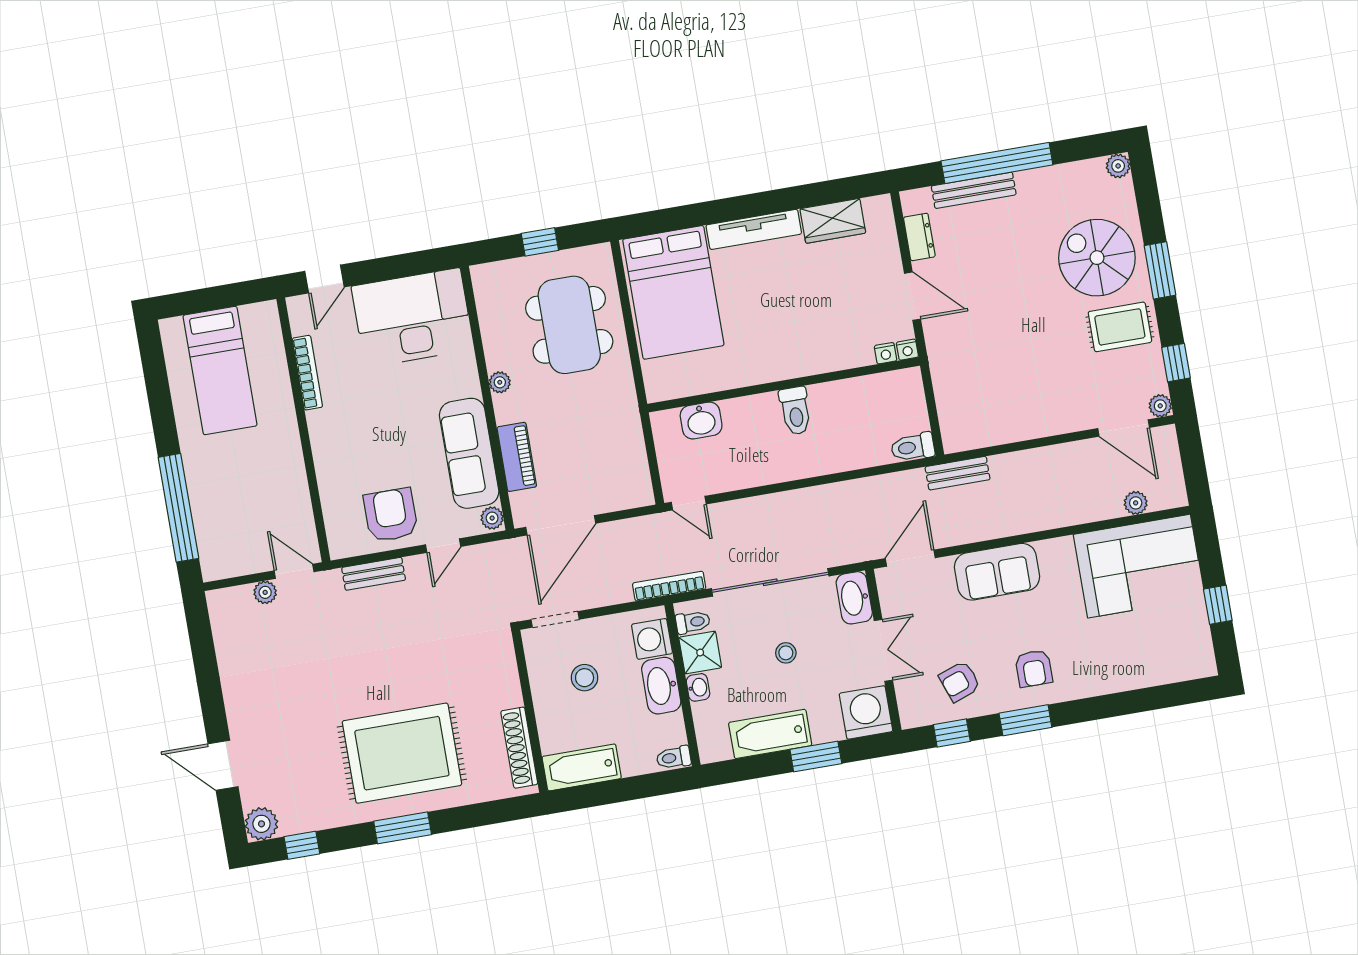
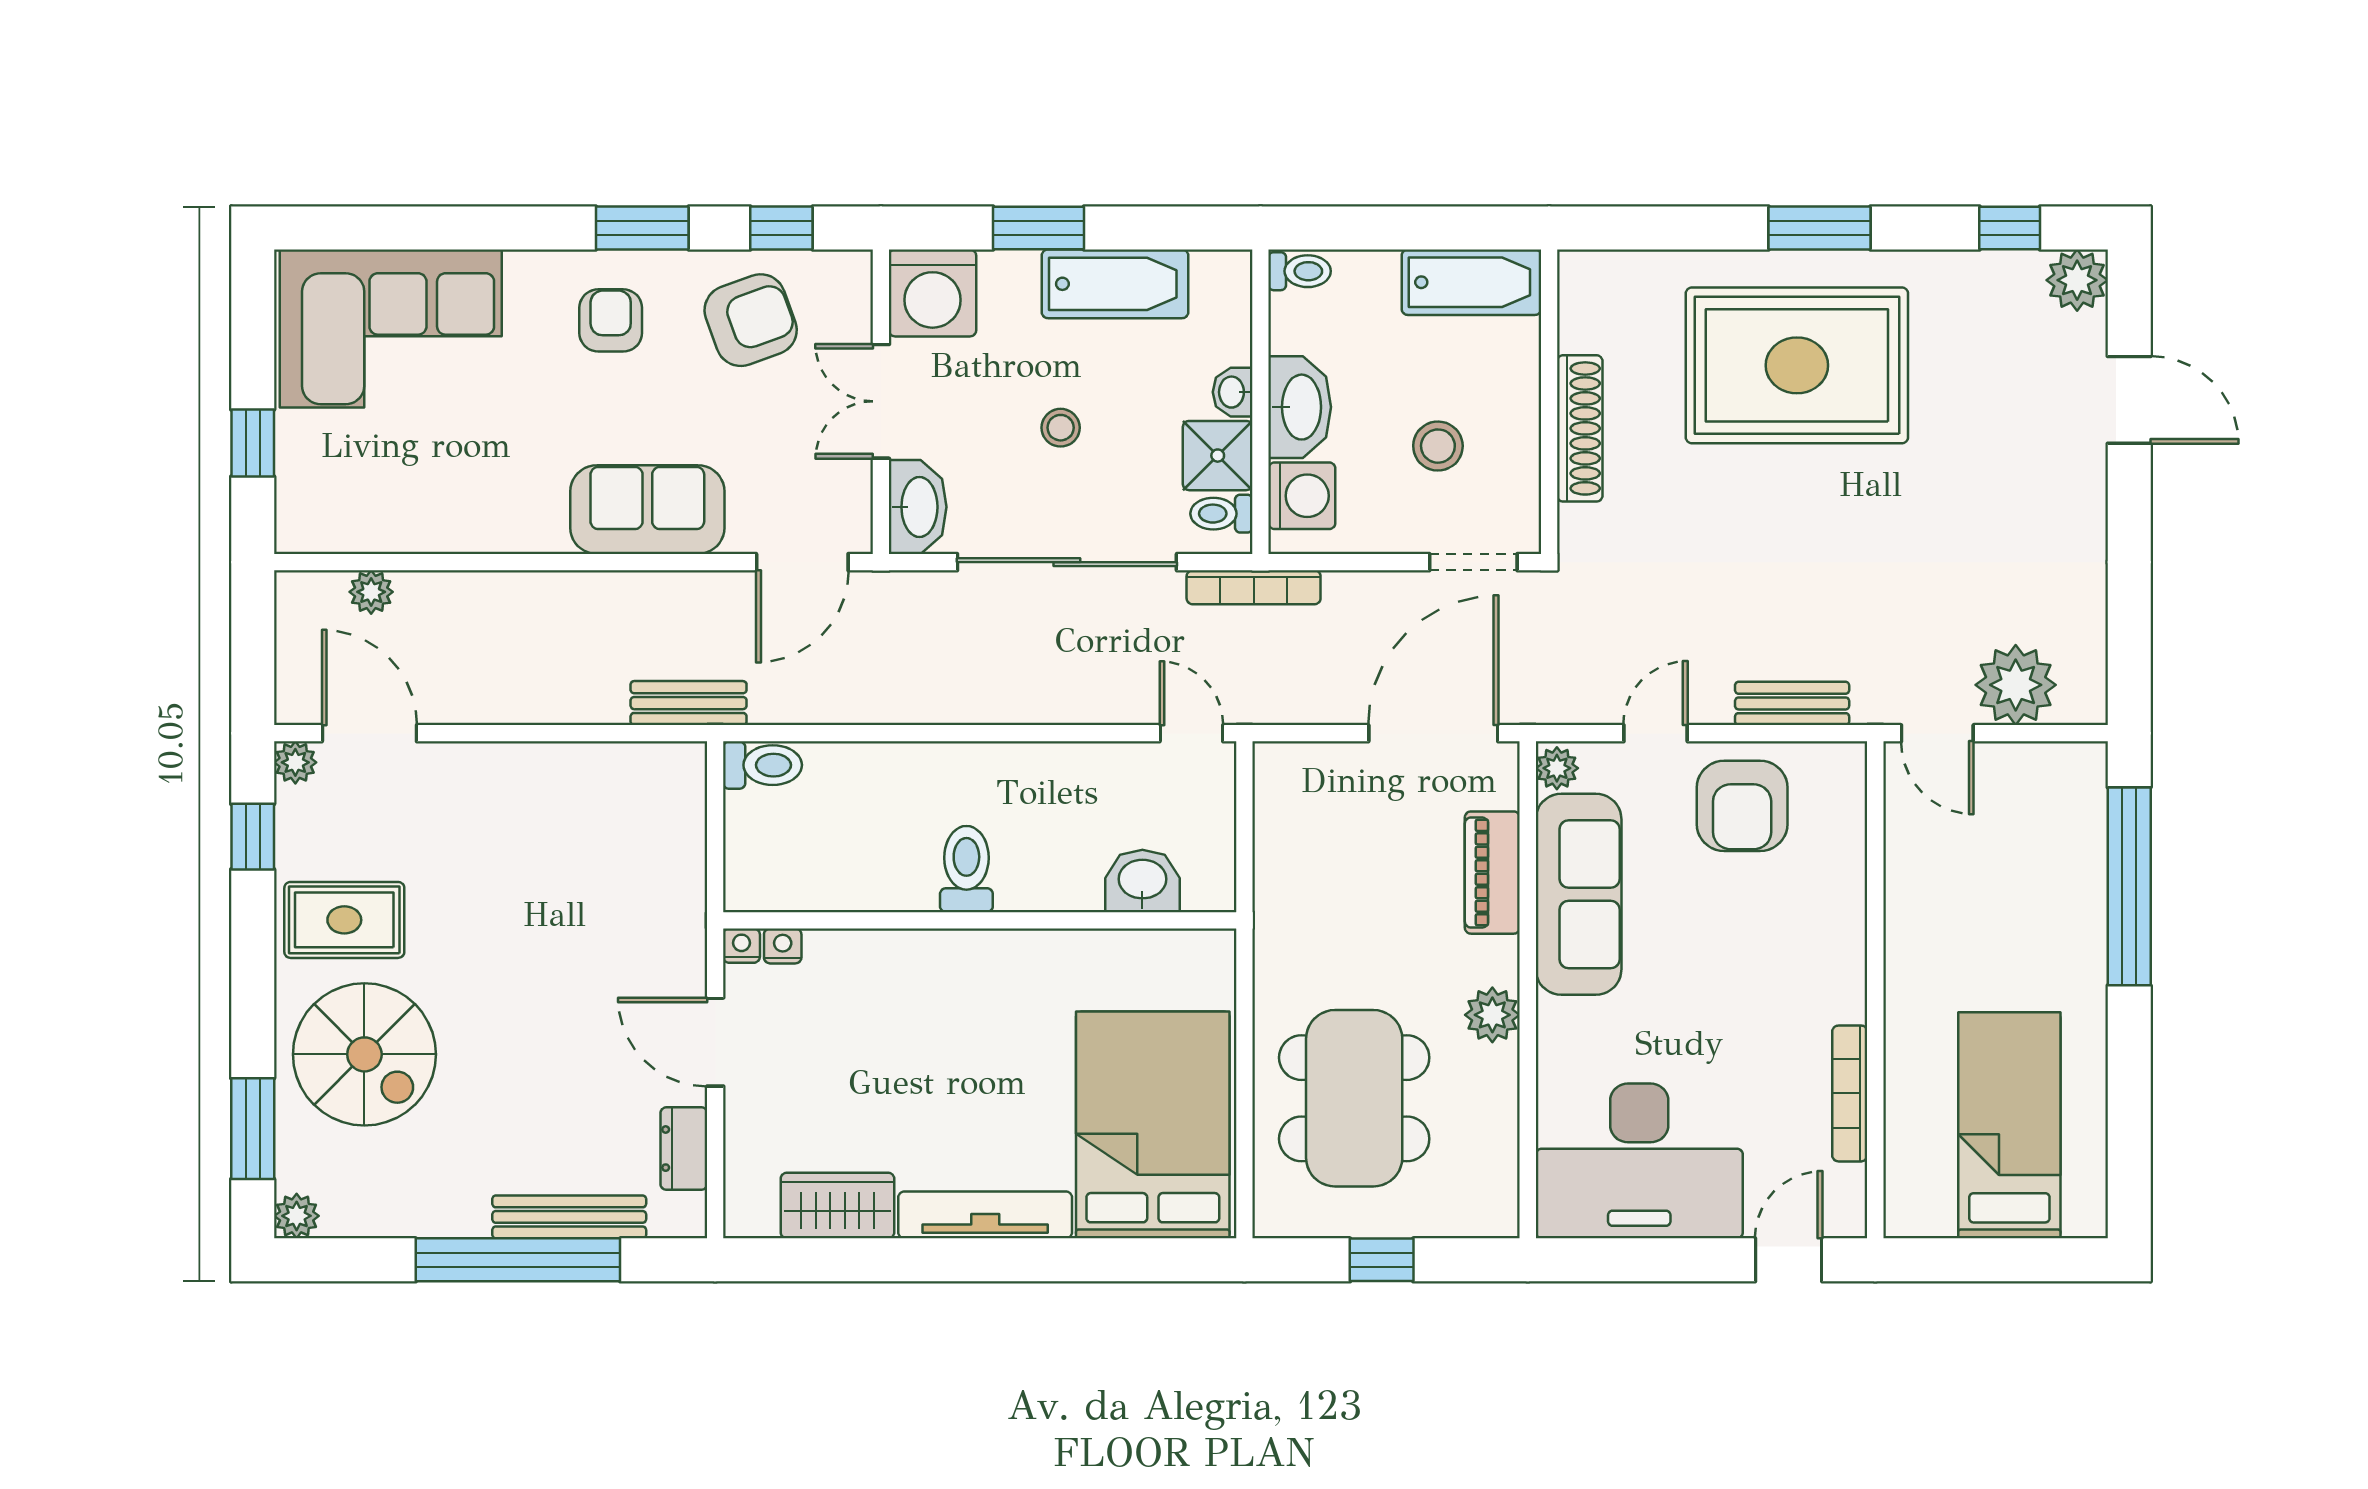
window: (1160, 270) -> (253, 1129), moved
plant: (500, 382) -> (1492, 1015), width x1.38, depth x1.38
corner sofa: (1139, 566) -> (391, 328), moved, turned 180
plant: (265, 592) -> (2016, 685), width x1.88, depth x1.88
window: (1218, 605) -> (253, 443), moved
armchair: (960, 681) -> (751, 320), width x1.38, depth x1.38
shoe rack: (519, 748) -> (1580, 428), moved

